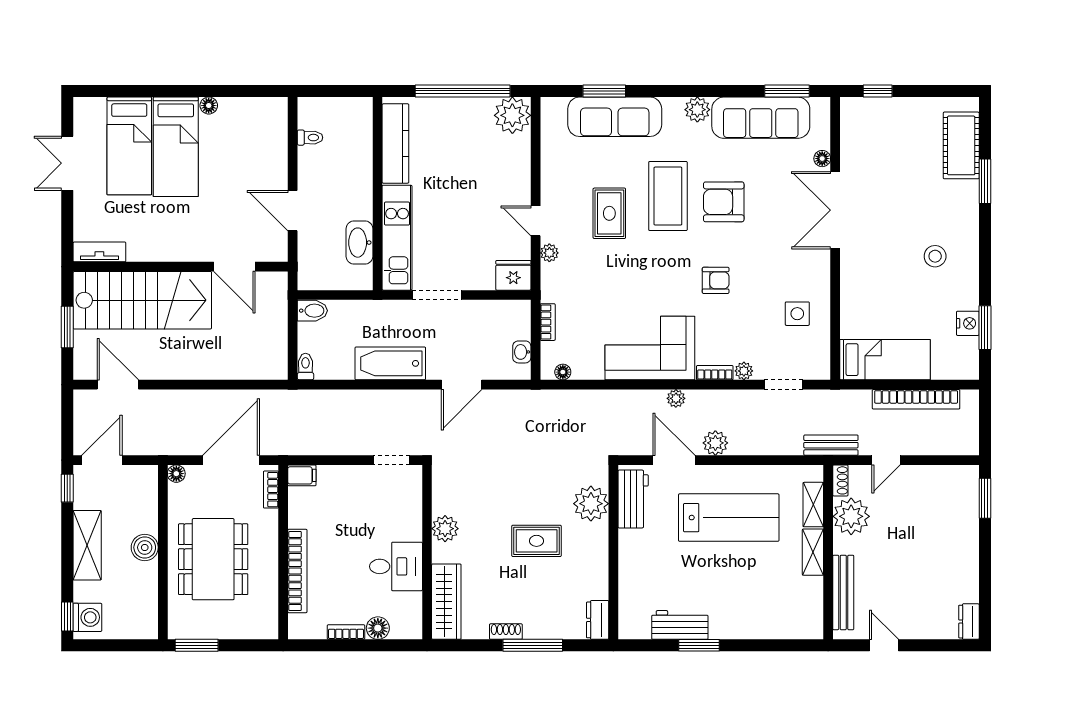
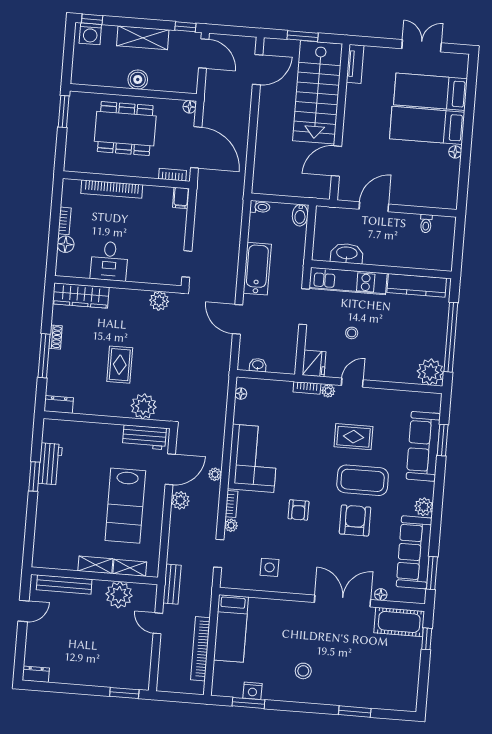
cot: (961, 145) -> (399, 622), moved
stool: (468, 227) -> (352, 333), added
bookcase: (548, 322) -> (307, 388), moved
shoe rack: (840, 480) -> (146, 589), removed
plant: (445, 529) -> (159, 301), moved

